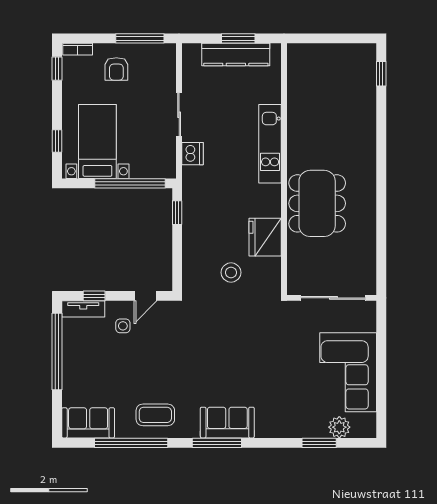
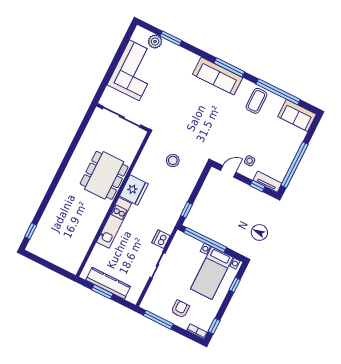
fridge: (265, 237) -> (134, 190), moved
coffee table: (155, 415) -> (256, 101), turned 90
sofa: (227, 423) -> (218, 76), width x1.36

